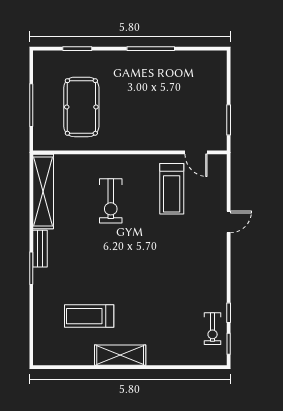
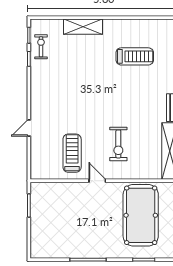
pool table: (81, 107) -> (141, 215), width x1.36, depth x1.32
door: (196, 152) -> (97, 181), moved
exercise bike: (111, 201) -> (118, 144), turned 180
shelving: (120, 355) -> (83, 27), moved

